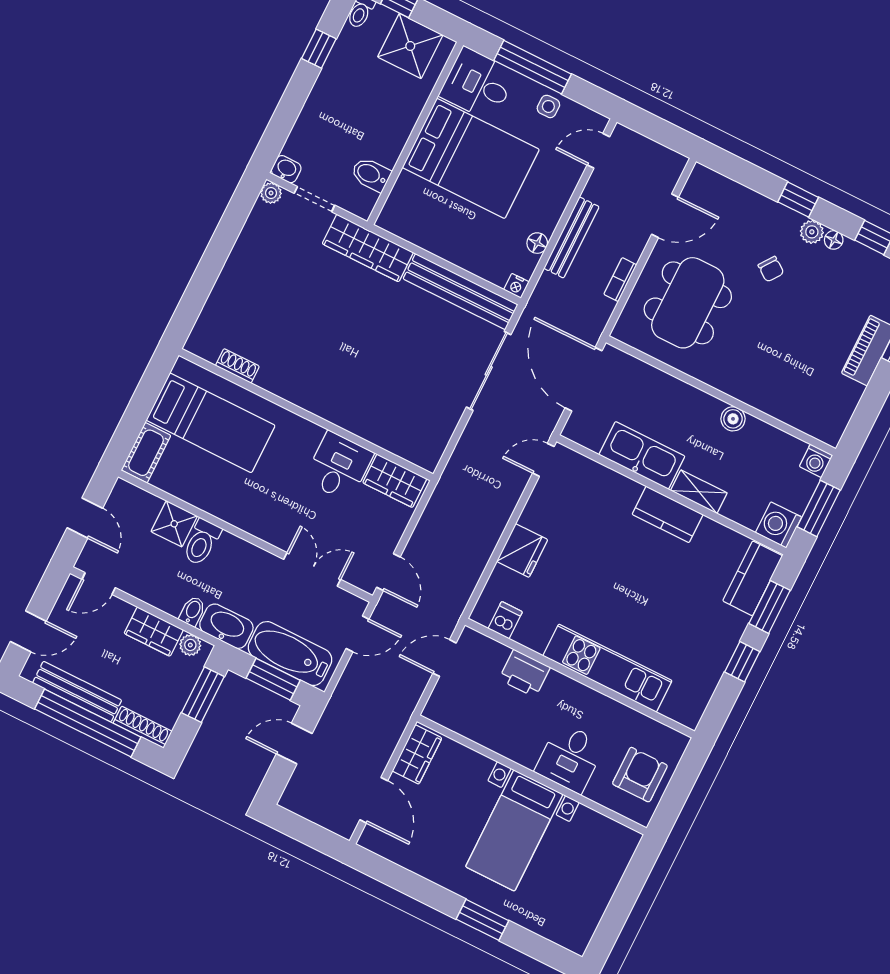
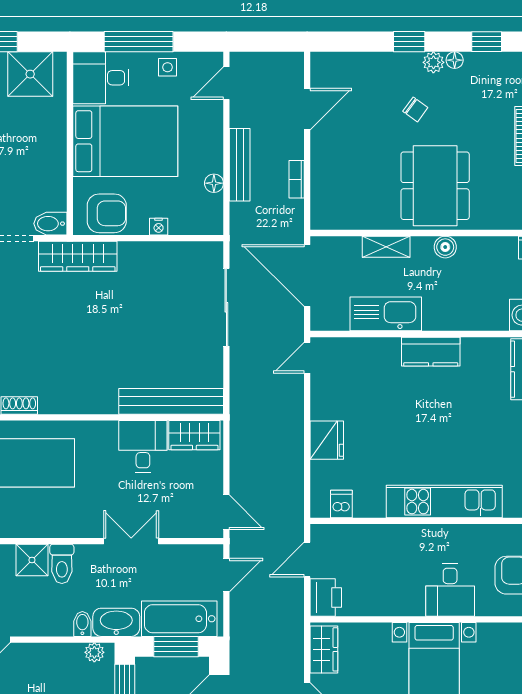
bidet: (371, 174) -> (50, 224), moved
armchair: (417, 220) -> (107, 213), added
nightstand: (516, 286) -> (159, 227), moved
bench: (460, 292) -> (171, 401), moved
dining table: (688, 303) -> (435, 186), moved
shelving: (699, 492) -> (386, 247), moved
double door: (312, 569) -> (131, 541), moved
wardrobe: (154, 632) -> (59, 656), removed
printer: (525, 673) -> (326, 597), moved, turned -90

